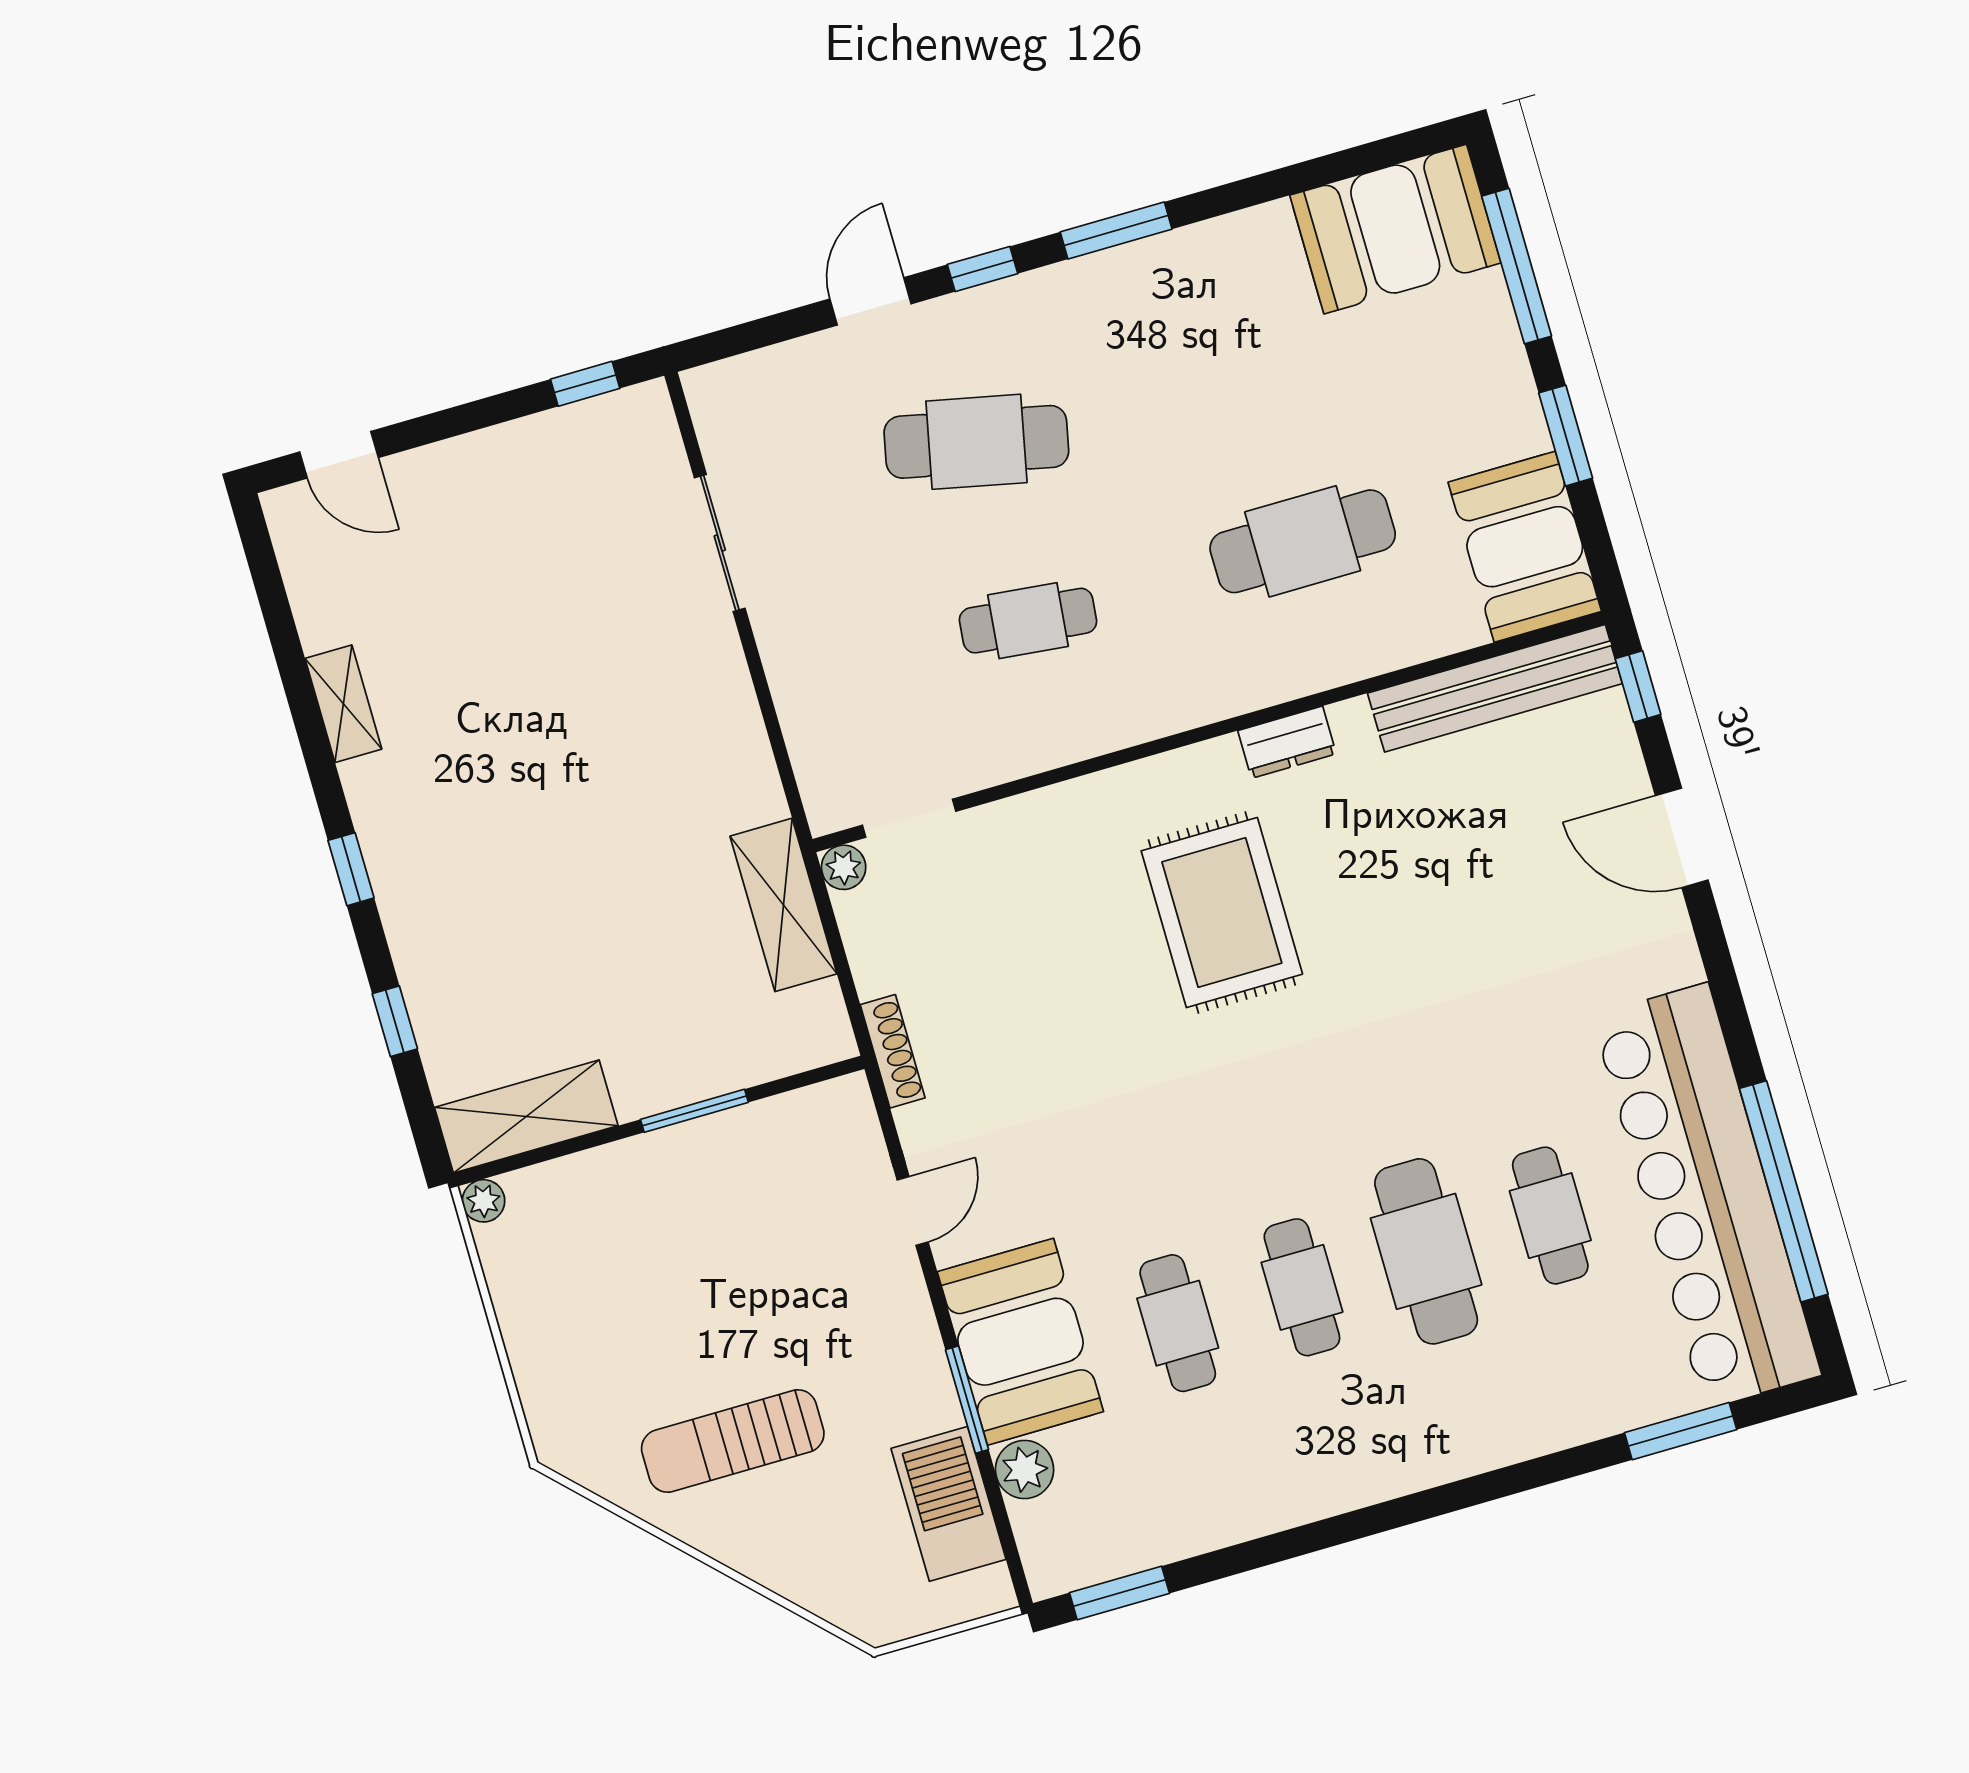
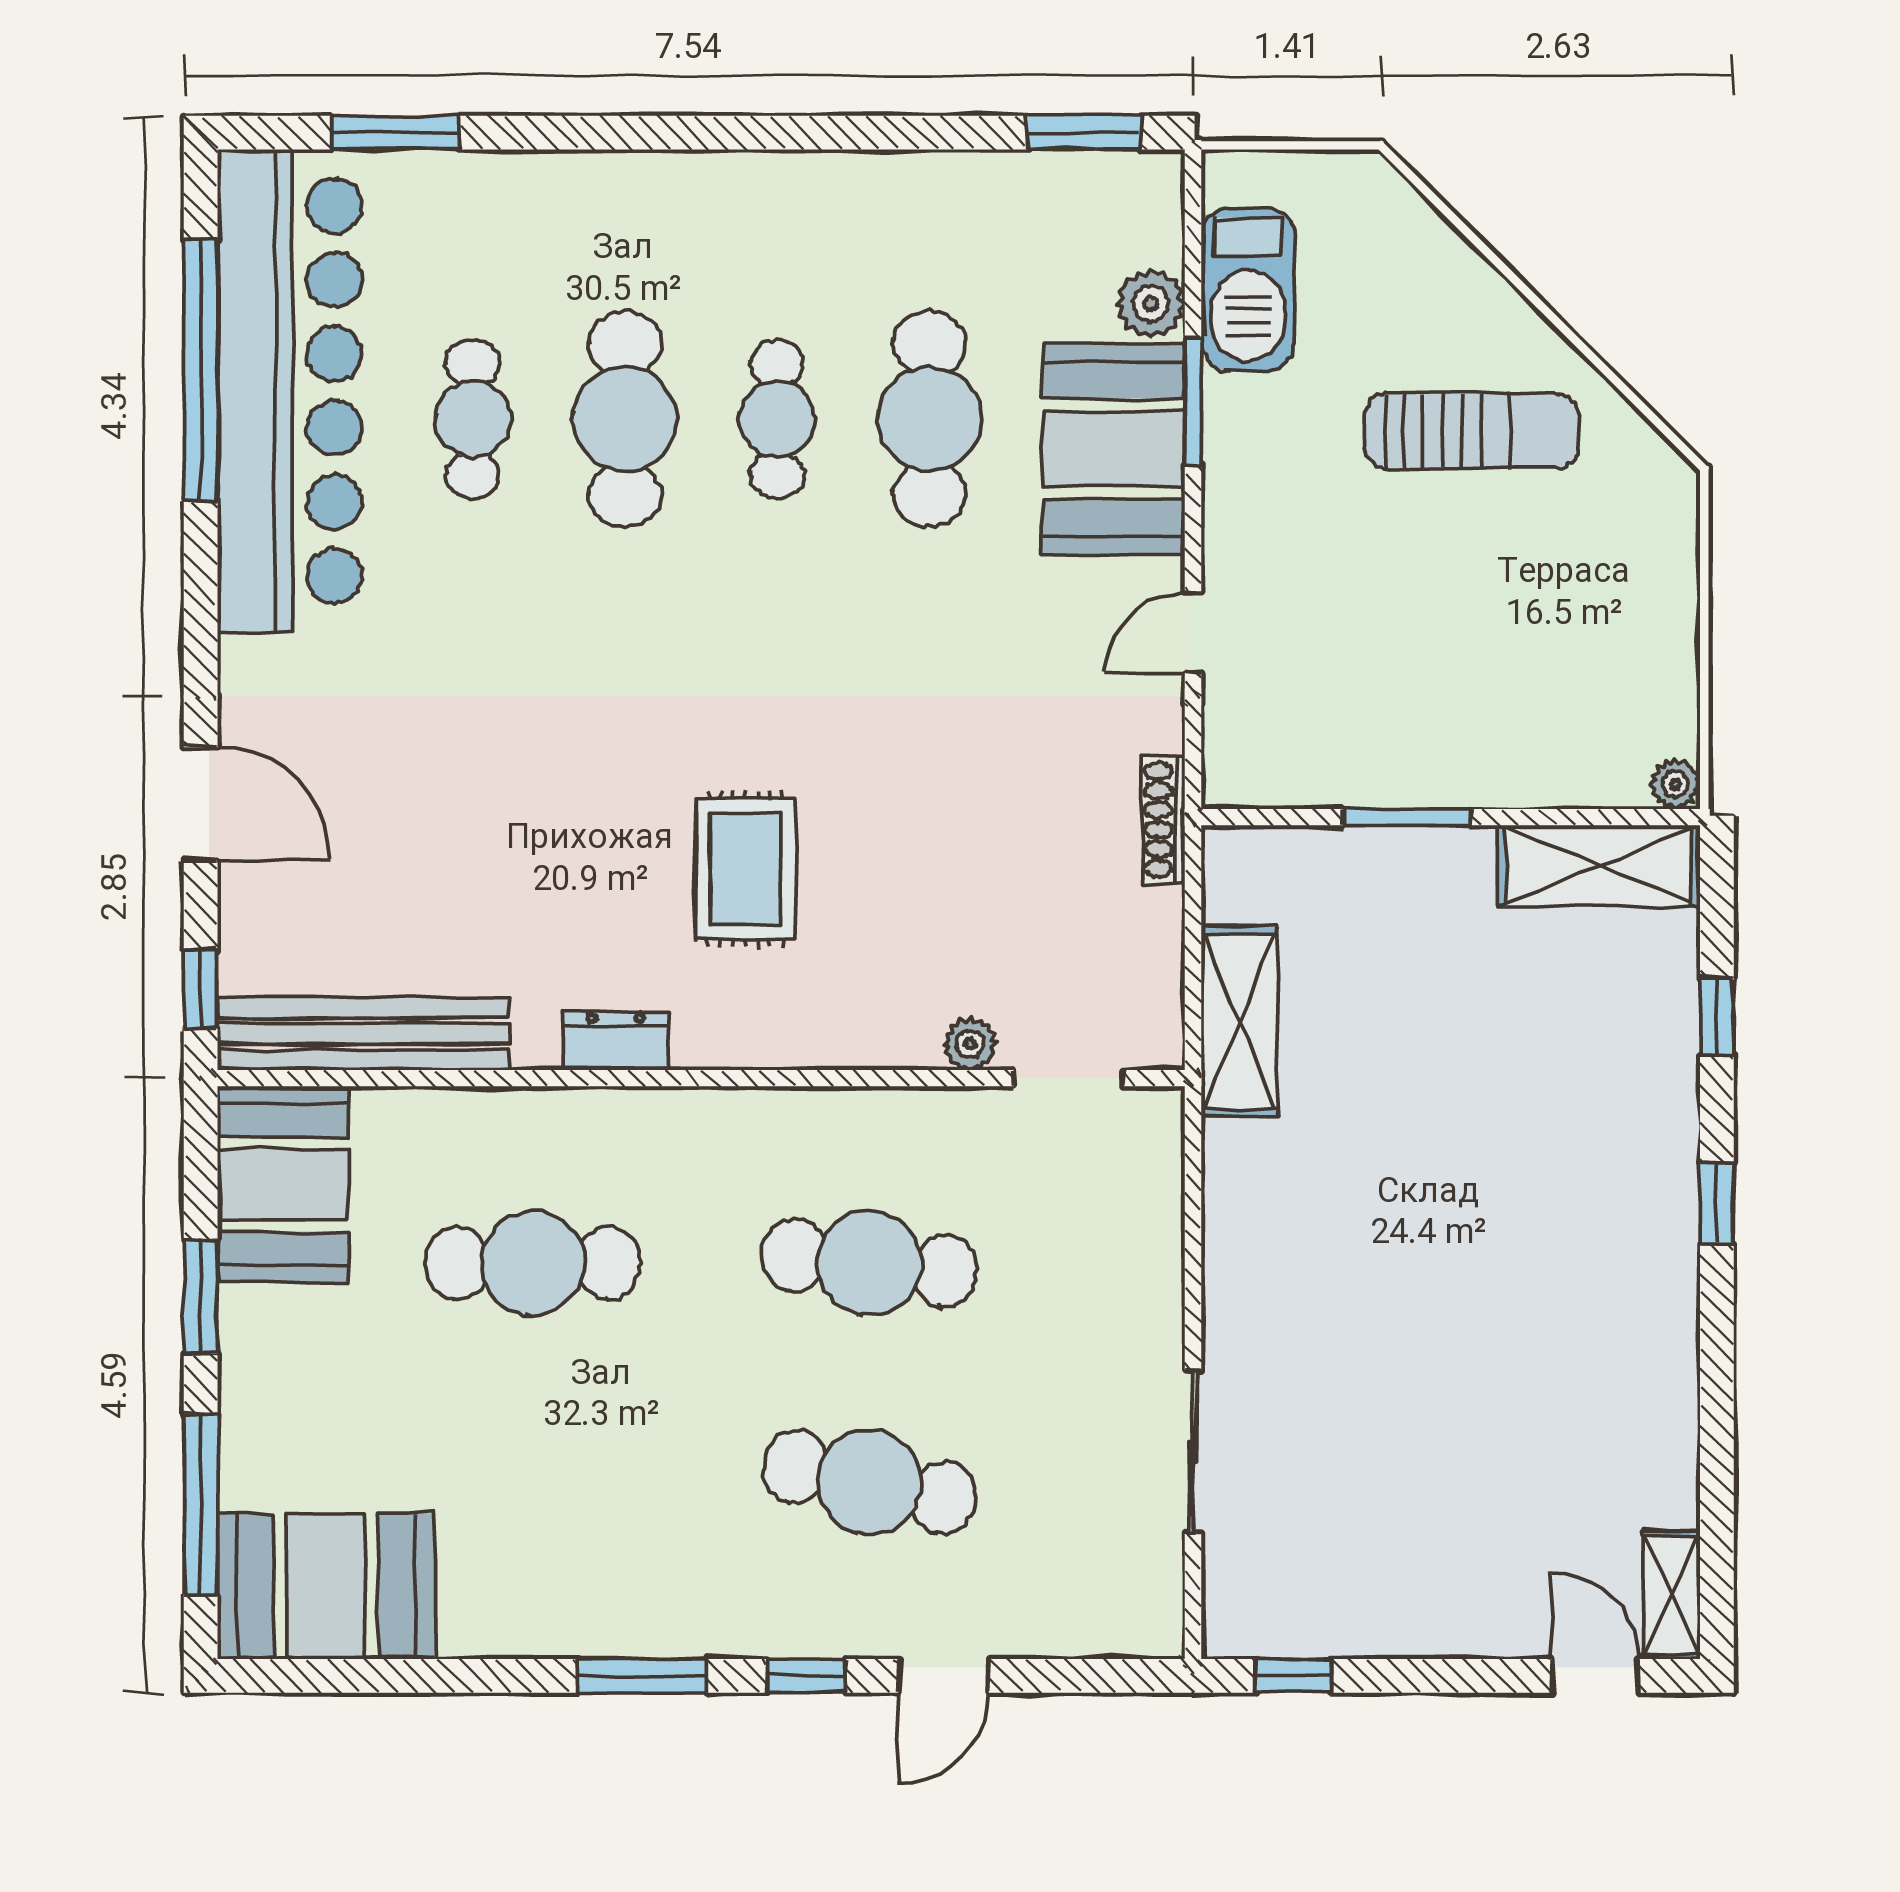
cafe table: (1028, 621) -> (869, 1263), width x1.37, depth x1.35
shelving: (343, 704) -> (1671, 1595), moved
plant: (844, 867) -> (970, 1044), moved
rug: (1222, 913) -> (745, 869), width x0.73, depth x0.70
cafe table: (1178, 1323) -> (930, 419), width x1.37, depth x1.35

